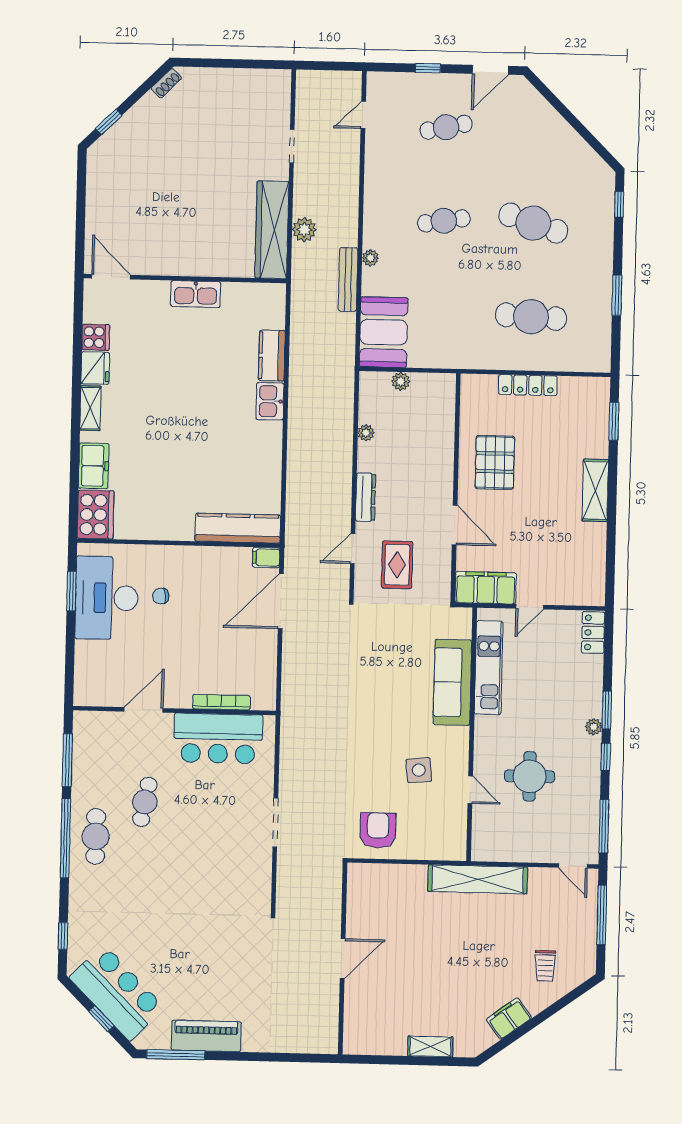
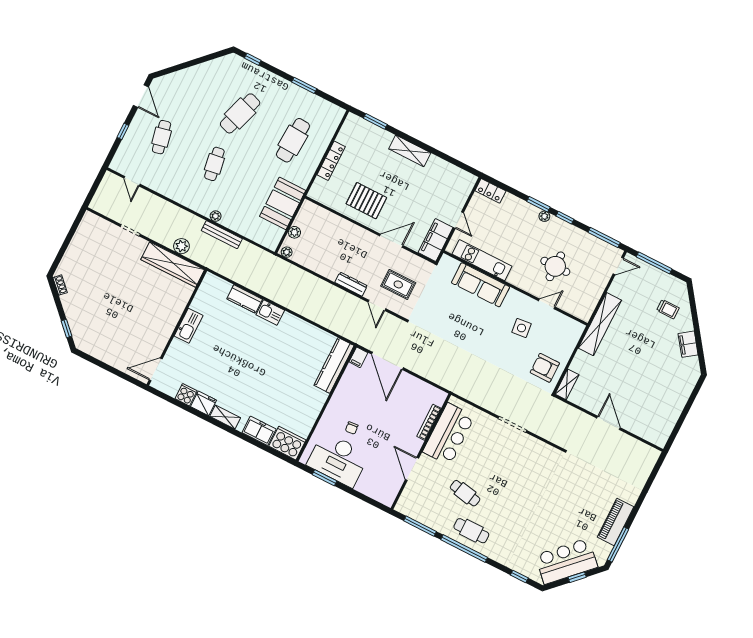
booth: (384, 332) -> (283, 203), moved, turned 90
plant: (366, 433) -> (287, 252), moved
shelving: (430, 1046) -> (567, 384), moved

